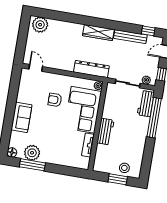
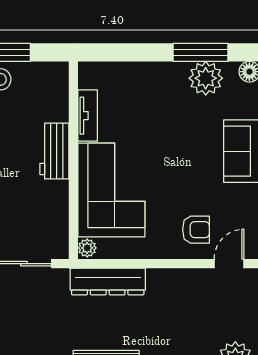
door: (36, 68) -> (229, 264), swing flipped
armchair: (55, 100) -> (196, 230), moved

